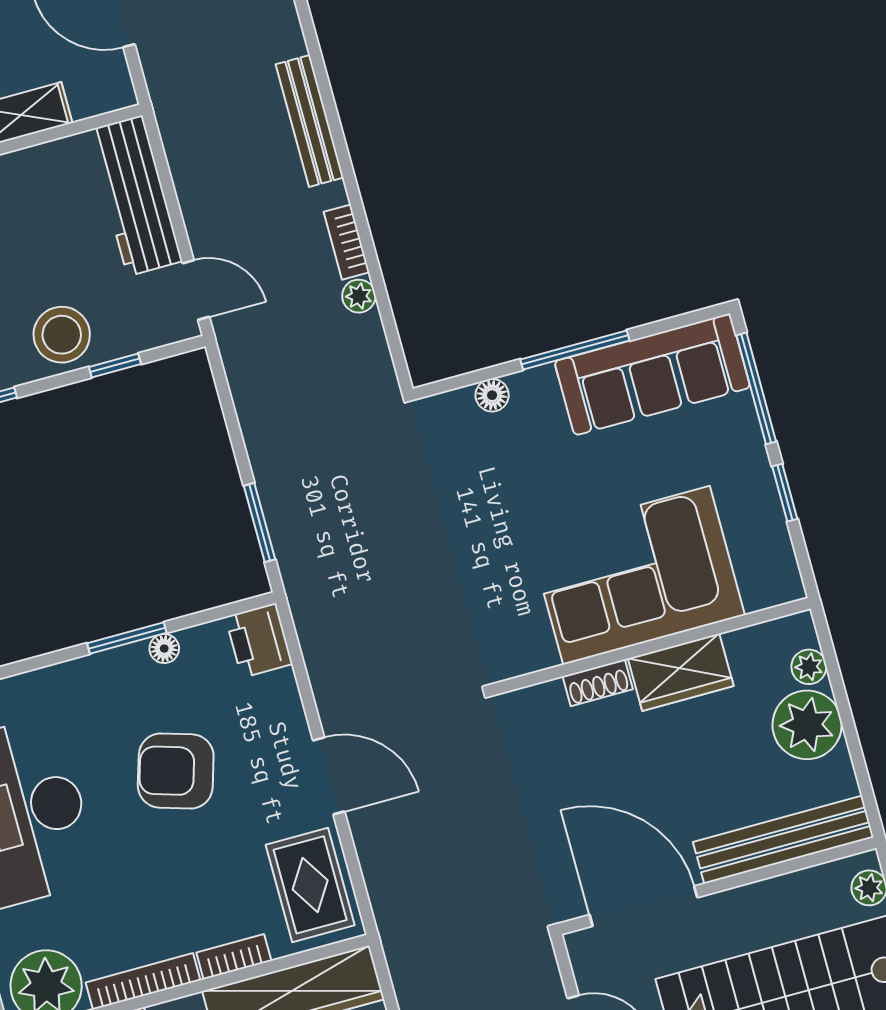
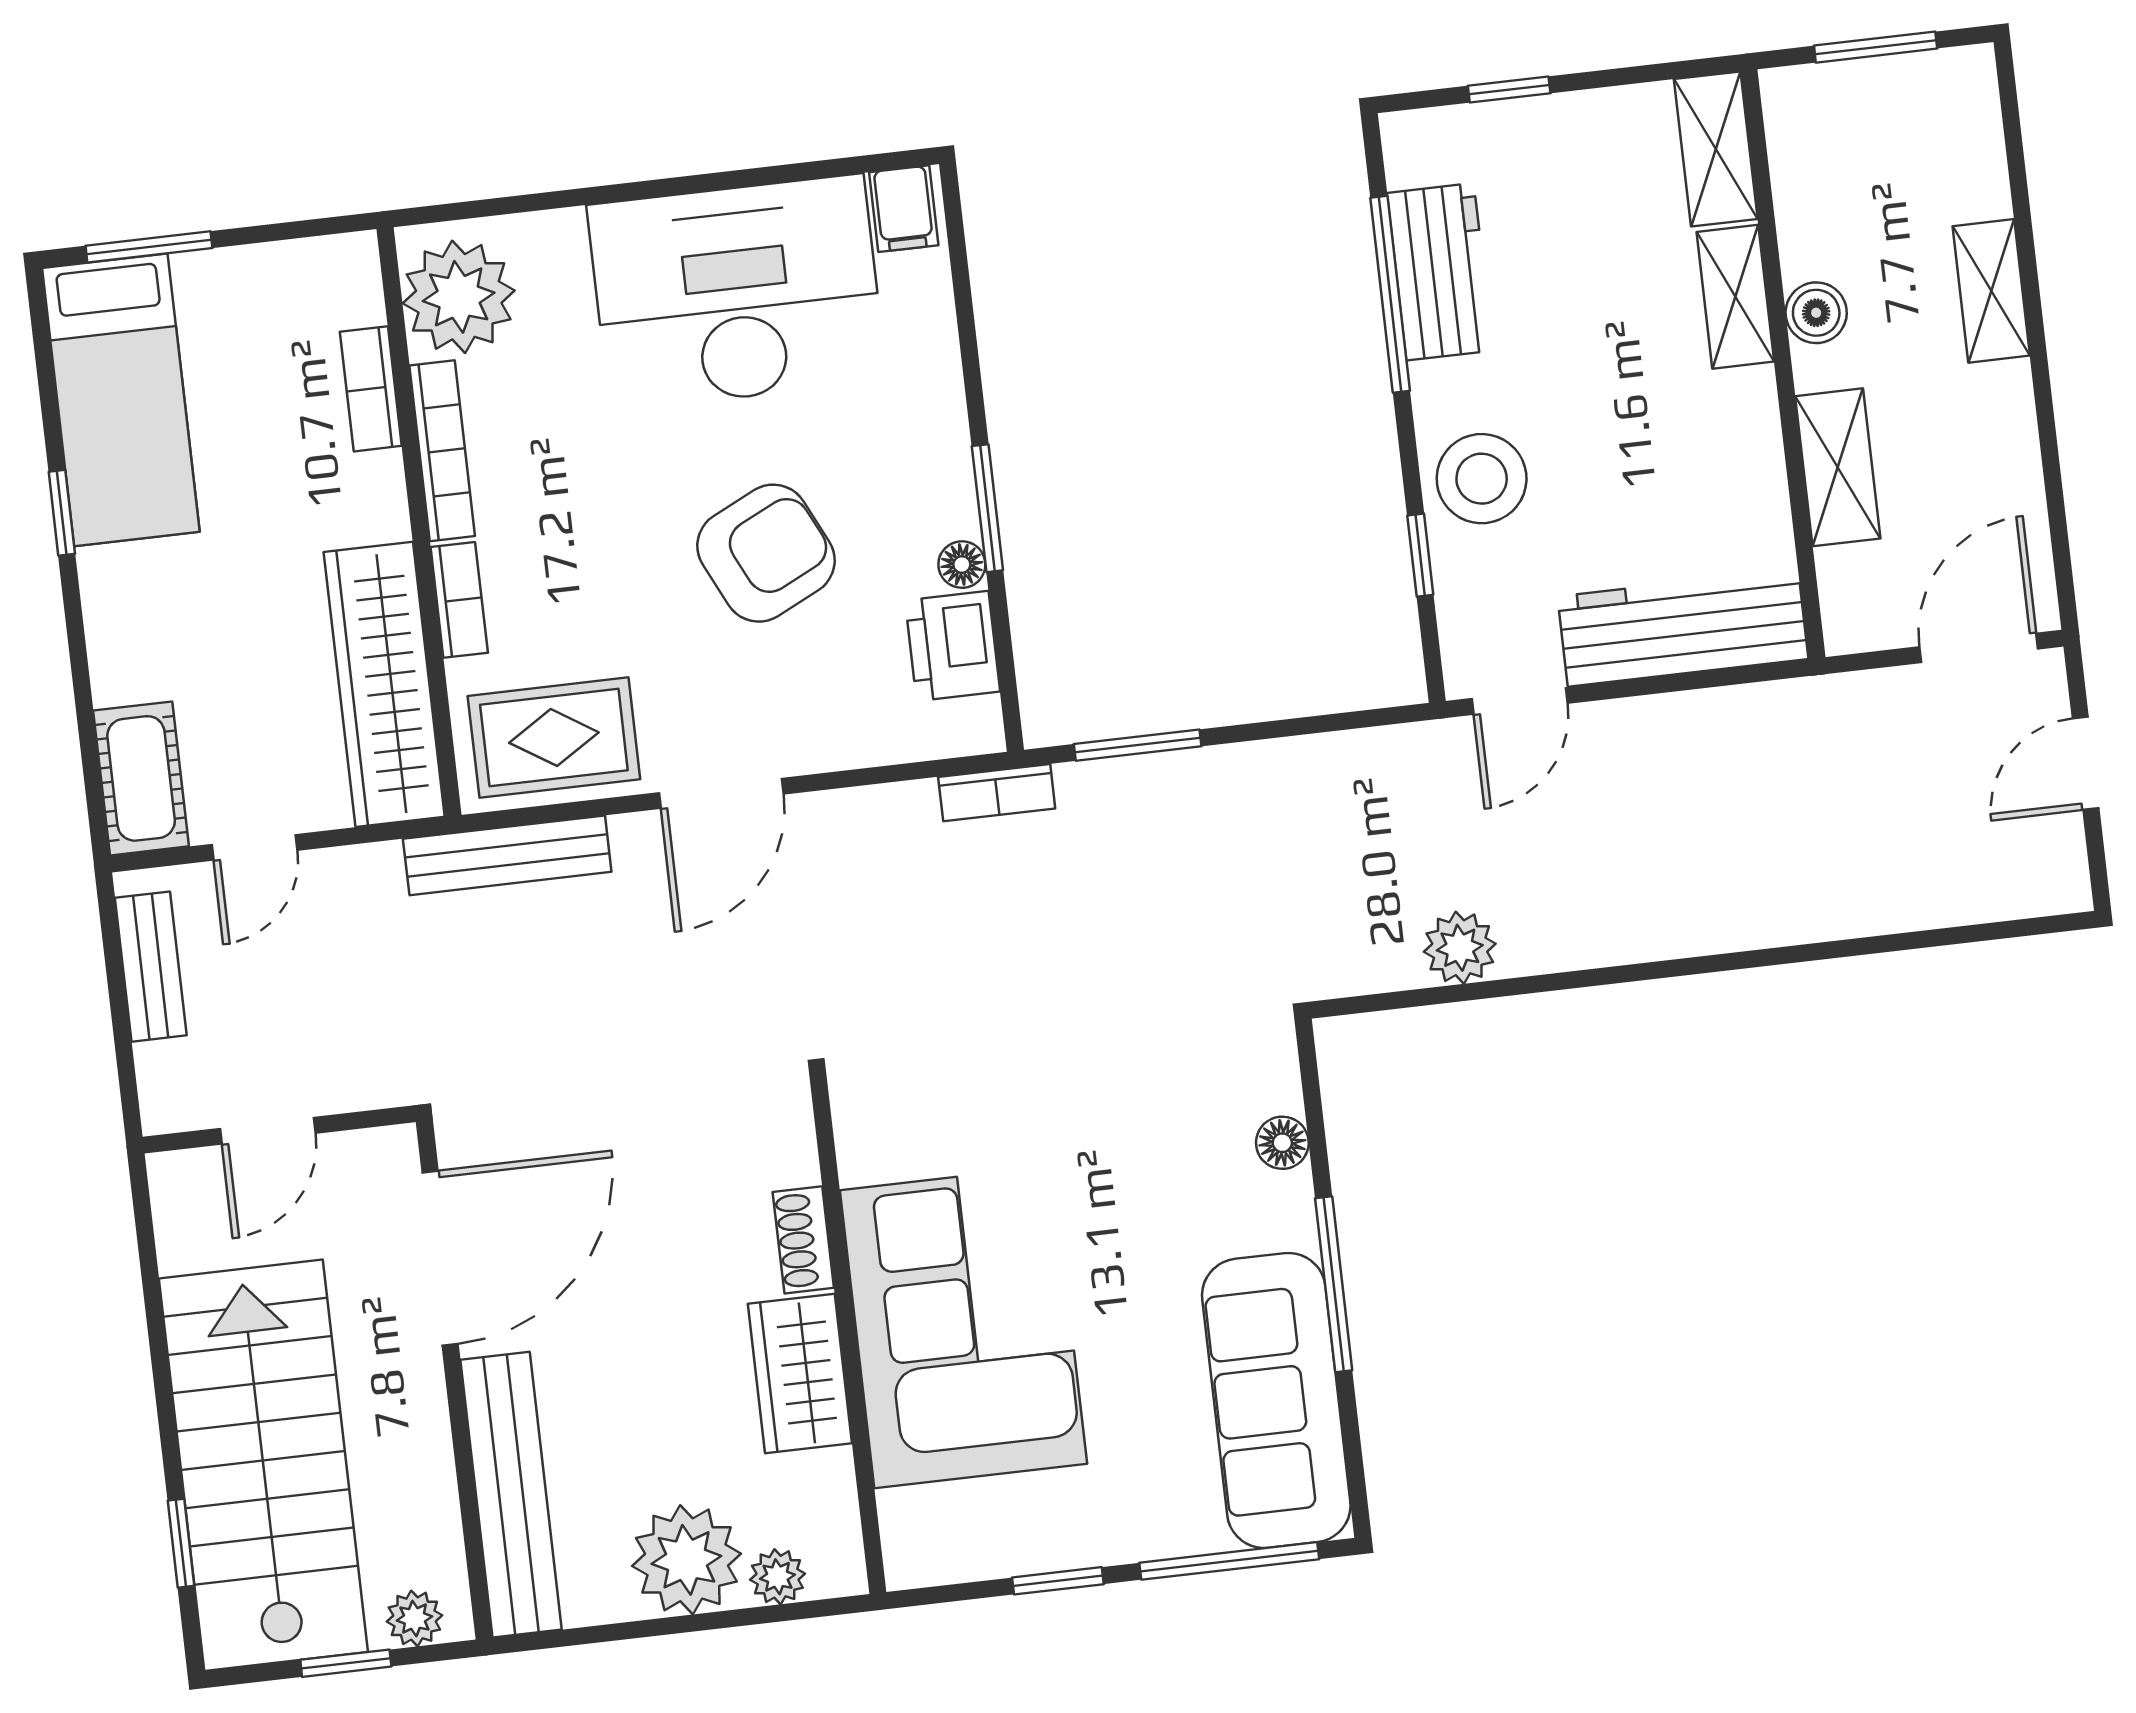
bench: (310, 121) -> (507, 855), moved
bookcase: (347, 242) -> (997, 793), moved, turned 180
plant: (359, 296) -> (1460, 948), width x1.38, depth x1.38
printer: (259, 640) -> (953, 646), moved, turned -90
armchair: (176, 771) -> (766, 553), turned 47

